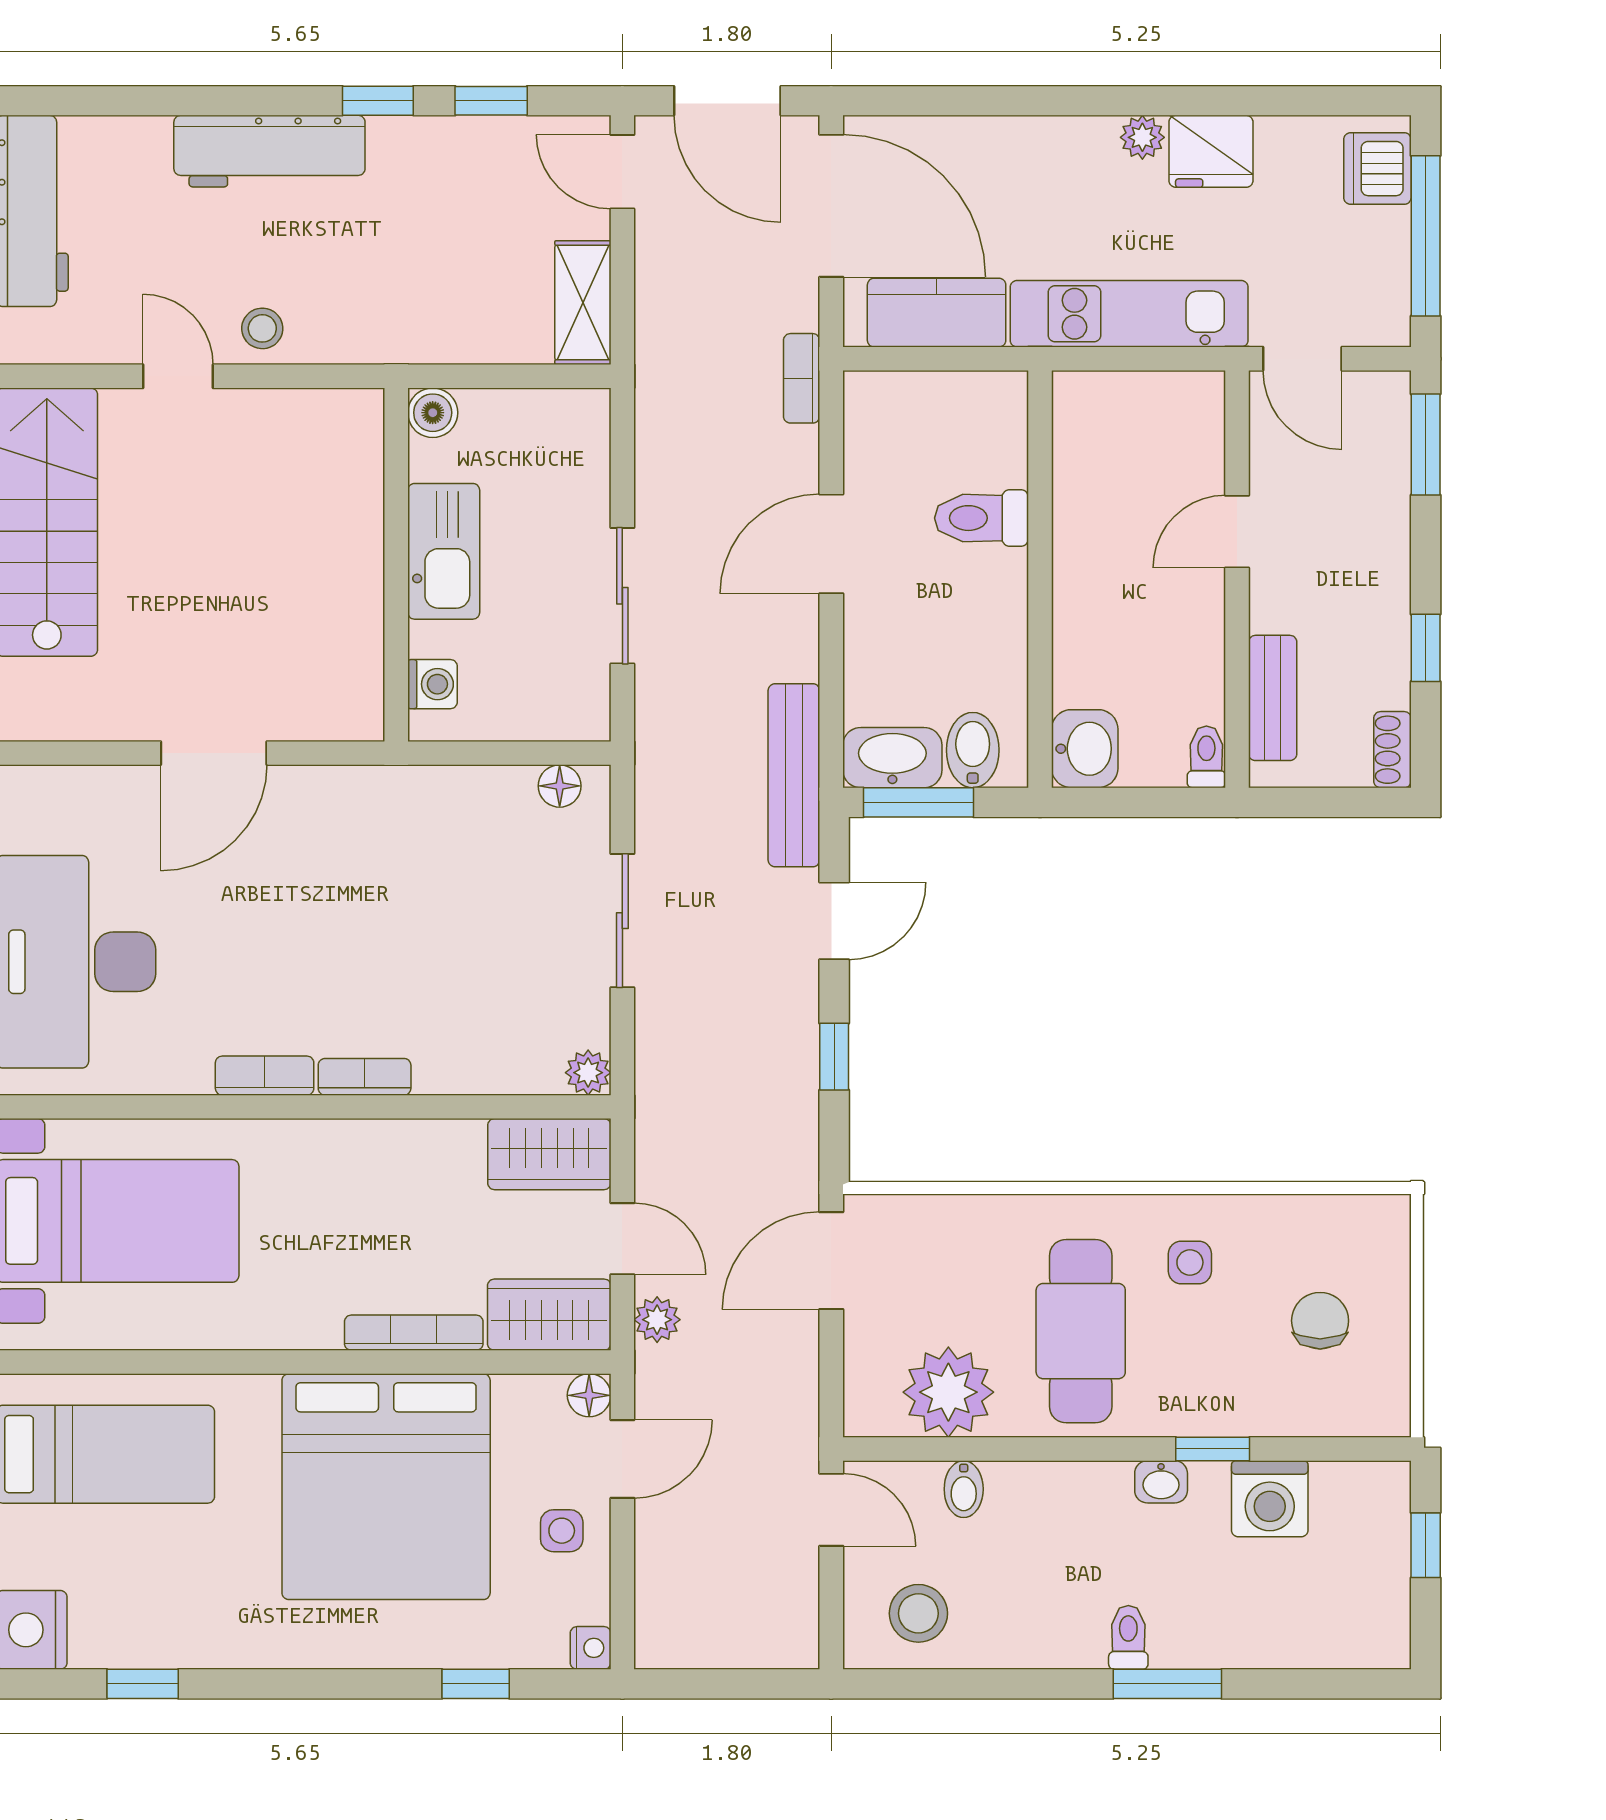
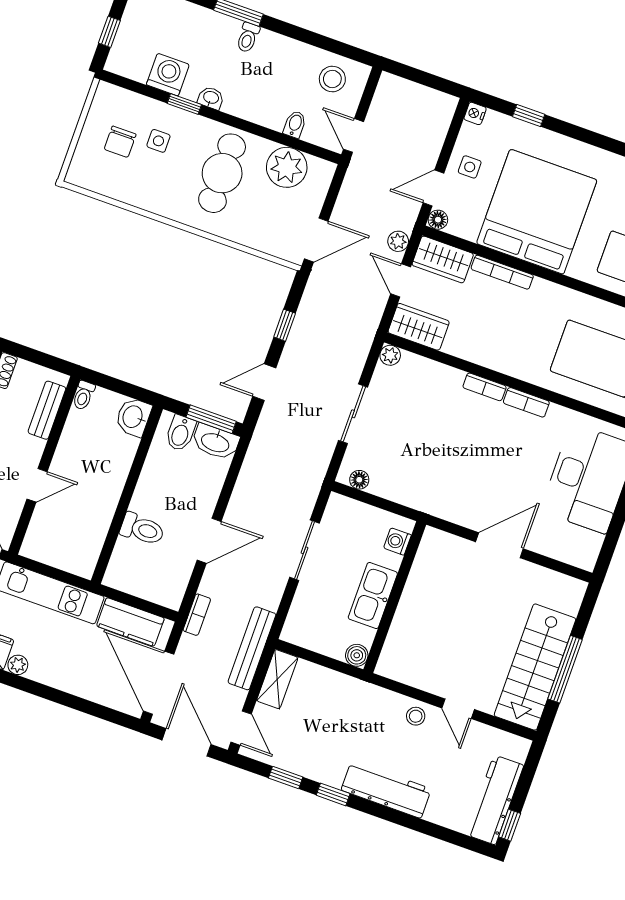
bench: (794, 775) -> (252, 648), moved
side table: (1190, 1262) -> (158, 141), moved

